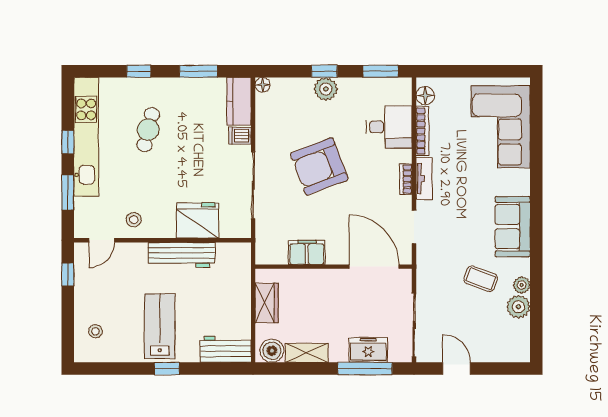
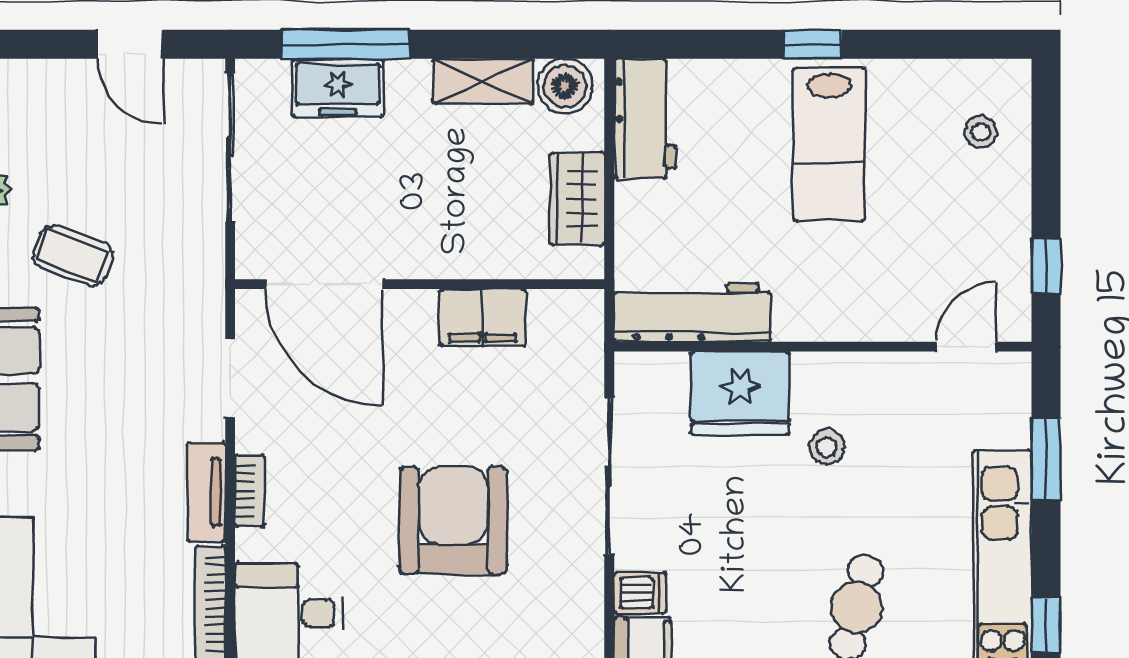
window: (68, 142) -> (1046, 625), moved
armchair: (319, 166) -> (453, 520), turned -69
stool: (134, 220) -> (827, 447), moved
workbench: (182, 255) -> (692, 312), moved
workbench: (226, 349) -> (645, 118), moved, turned -90

